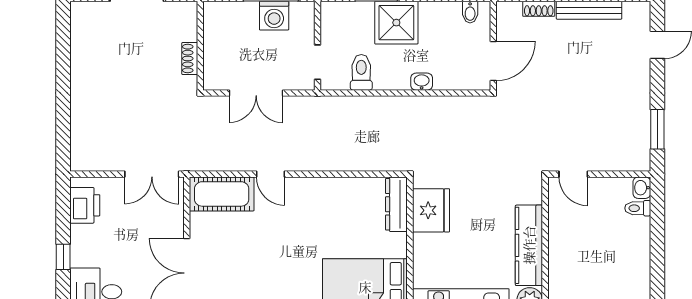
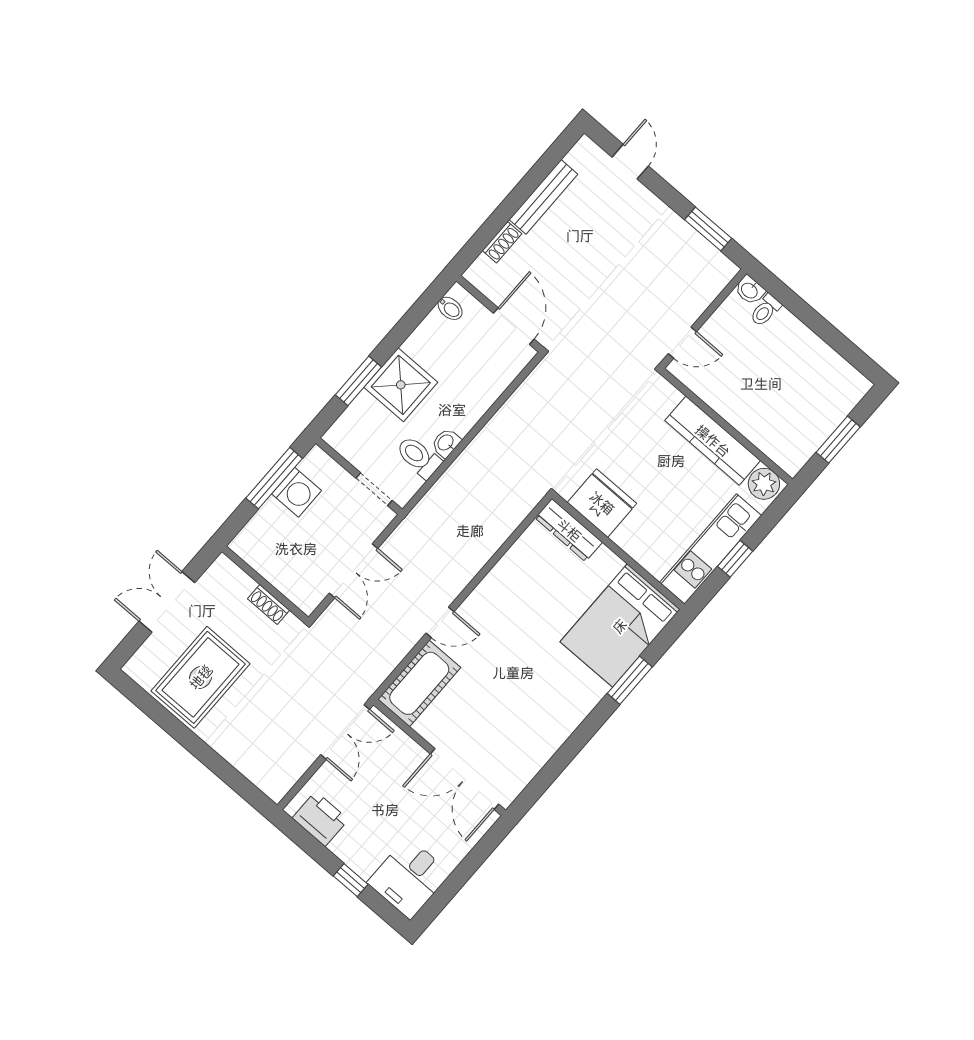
rug: (108, 55) -> (201, 677), added
washbasin: (422, 82) -> (446, 443), moved

